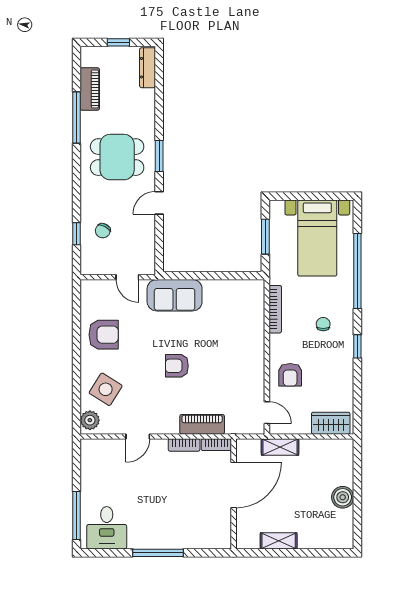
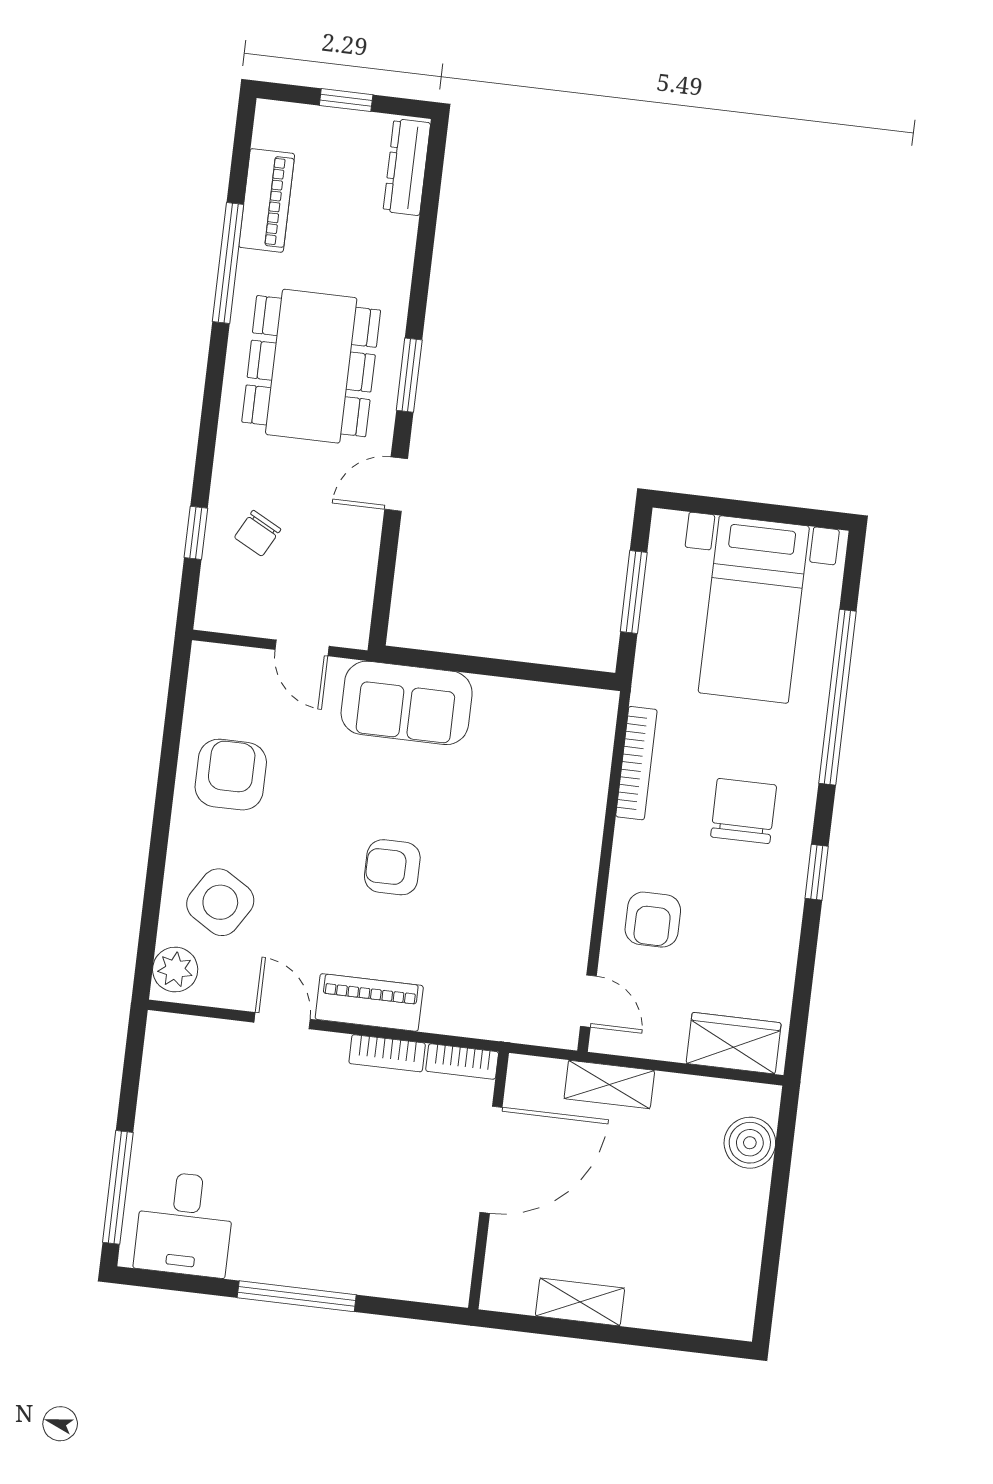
dining table: (117, 157) -> (311, 366), width x1.38
chair: (323, 324) -> (744, 811), width x1.87, depth x1.87
armchair: (104, 335) -> (231, 775), turned -90
piano: (202, 424) -> (369, 1002), moved
door: (138, 436) -> (282, 1021), swing flipped
boiler: (343, 497) -> (750, 1143), moved

